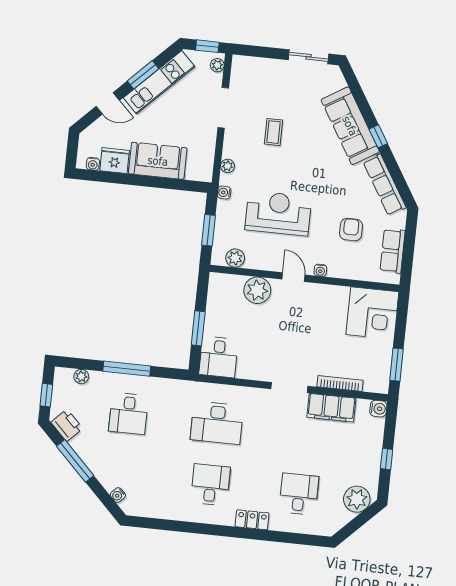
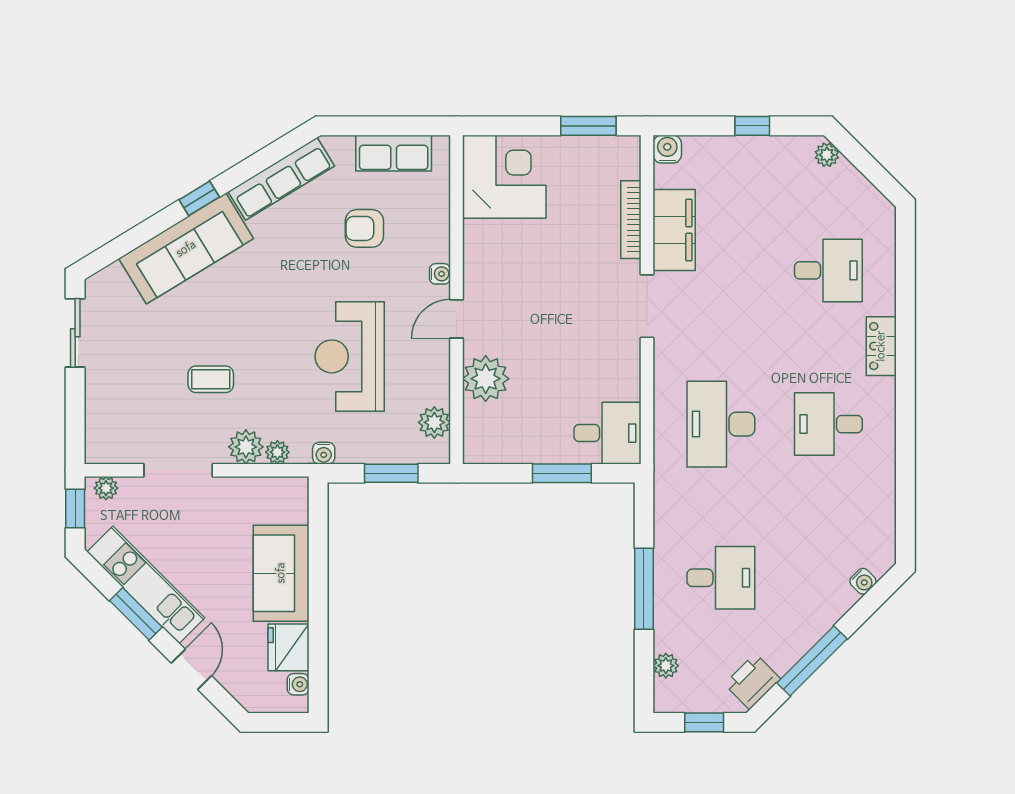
plant: (233, 148) -> (246, 447), added
desk: (217, 423) -> (721, 424), turned 180
desk: (299, 494) -> (828, 270), turned 180
plant: (357, 499) -> (827, 155), width x0.53, depth x0.53

